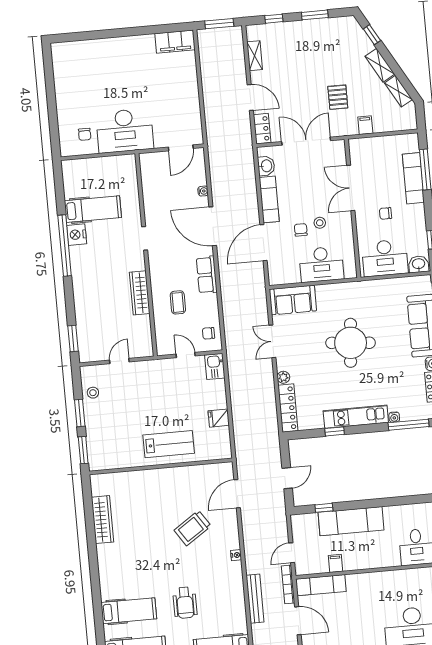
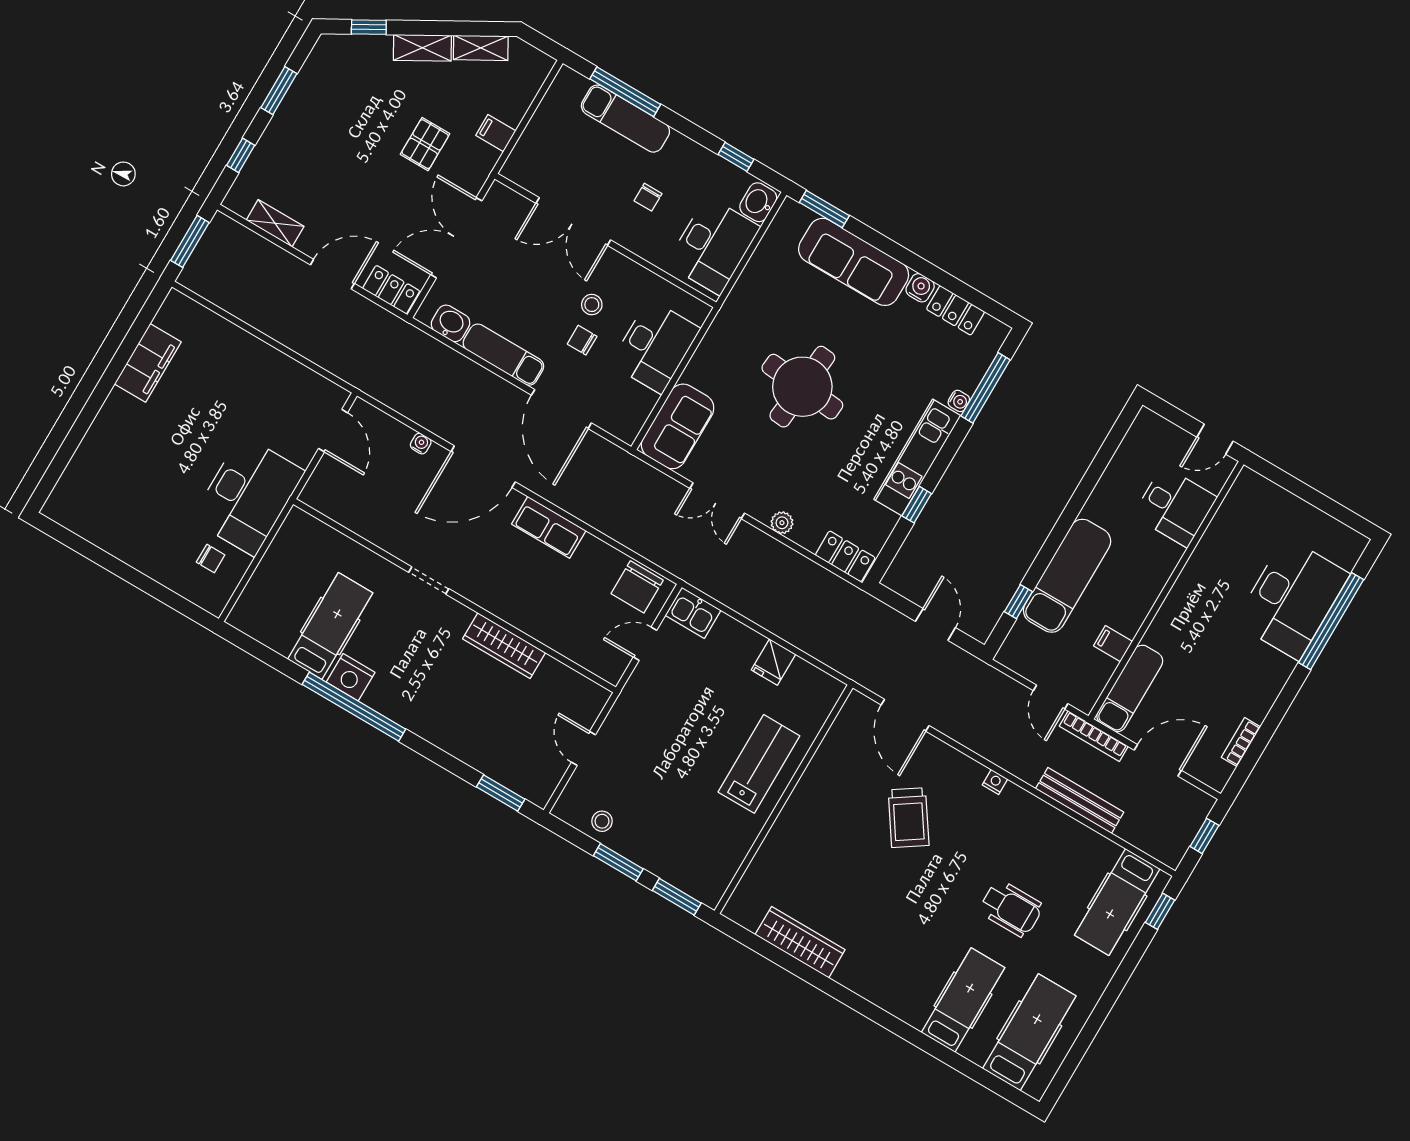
filing cabinet: (175, 42) -> (148, 363), moved
pallet: (338, 97) -> (425, 144), turned 90
coffee table: (178, 302) -> (559, 599), removed
chair: (208, 333) -> (637, 587), width x1.87, depth x1.87
locker: (288, 408) -> (845, 556), width x0.66

